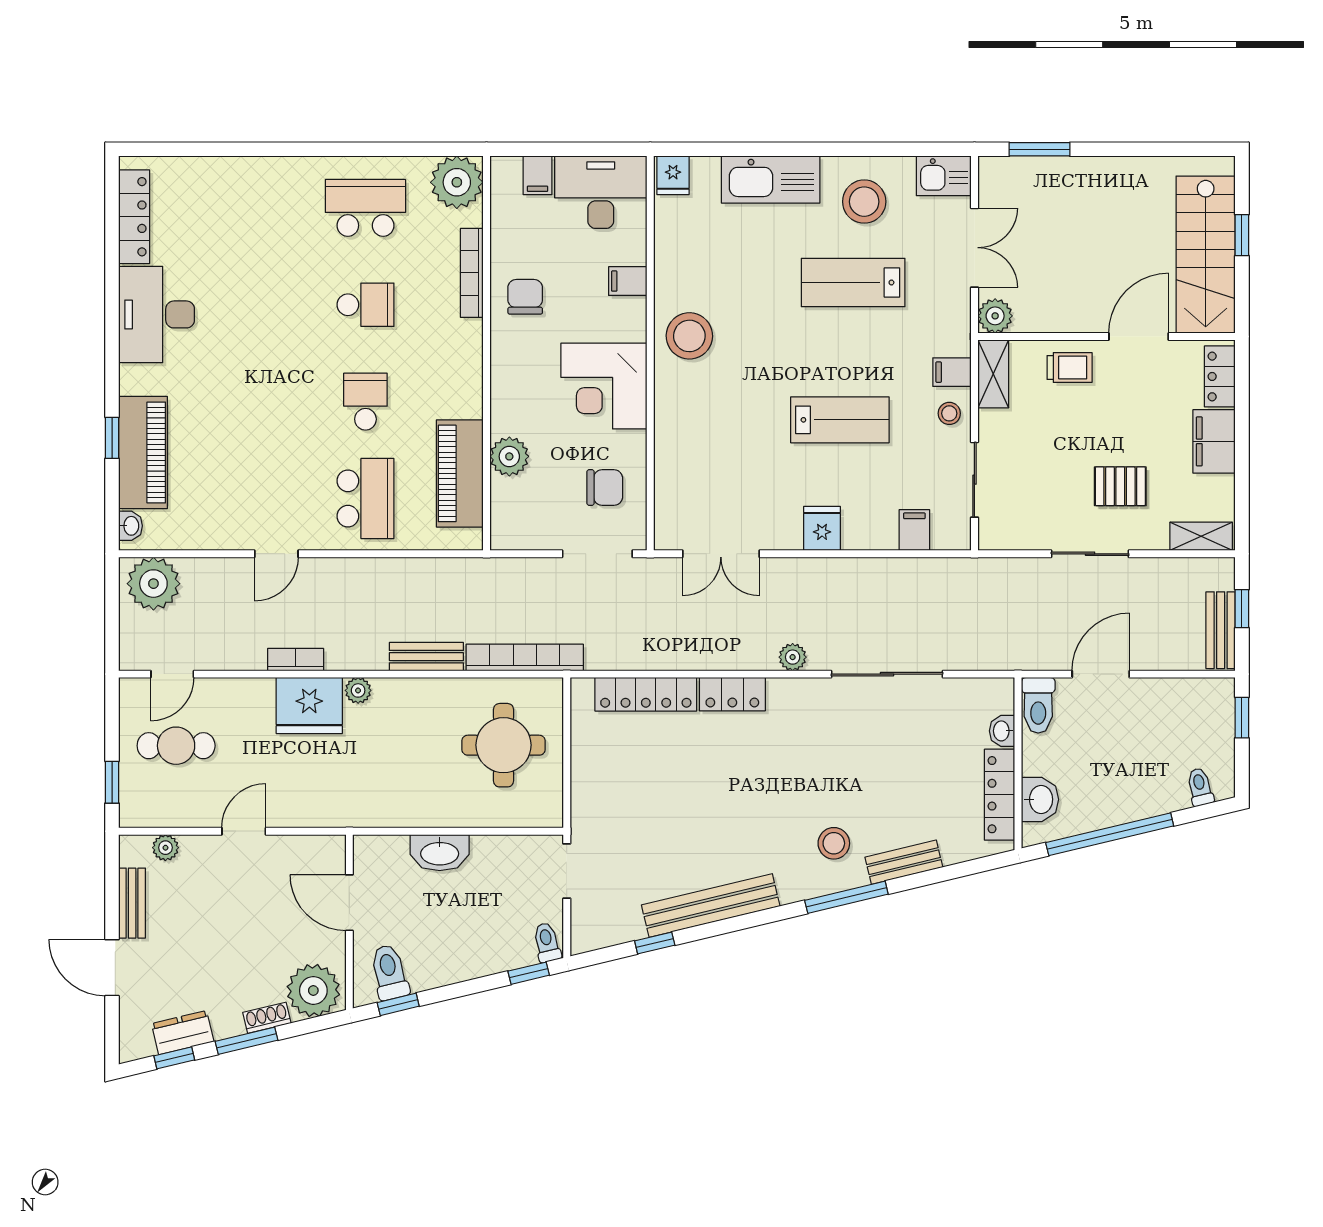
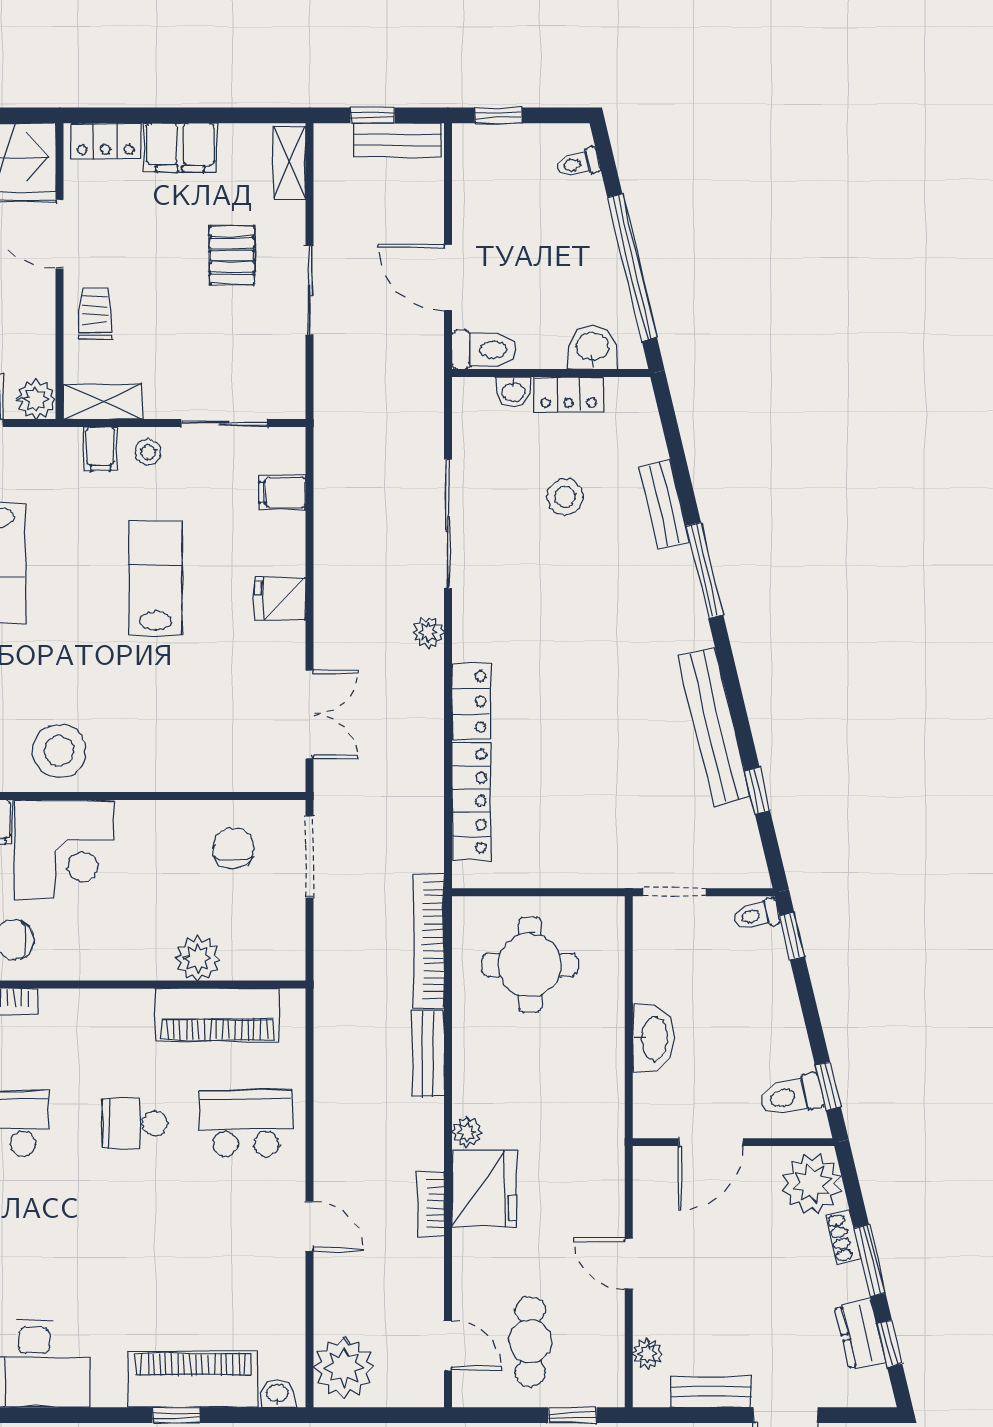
corner desk: (604, 386) -> (65, 849), moved
locker: (1000, 795) -> (569, 394), width x0.66
stool: (834, 843) -> (565, 497), moved

